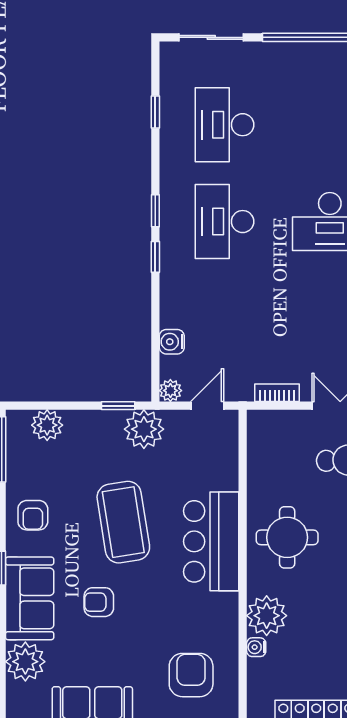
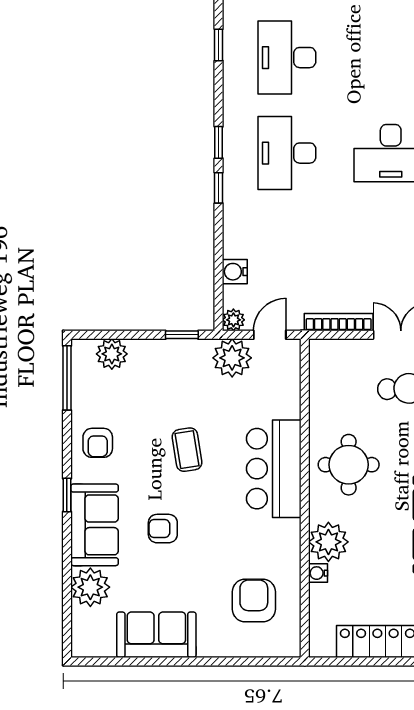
bookcase: (277, 393) -> (339, 322), width x1.56
plant: (144, 429) -> (232, 358), moved
coffee table: (123, 522) -> (187, 450), width x0.54, depth x0.58

